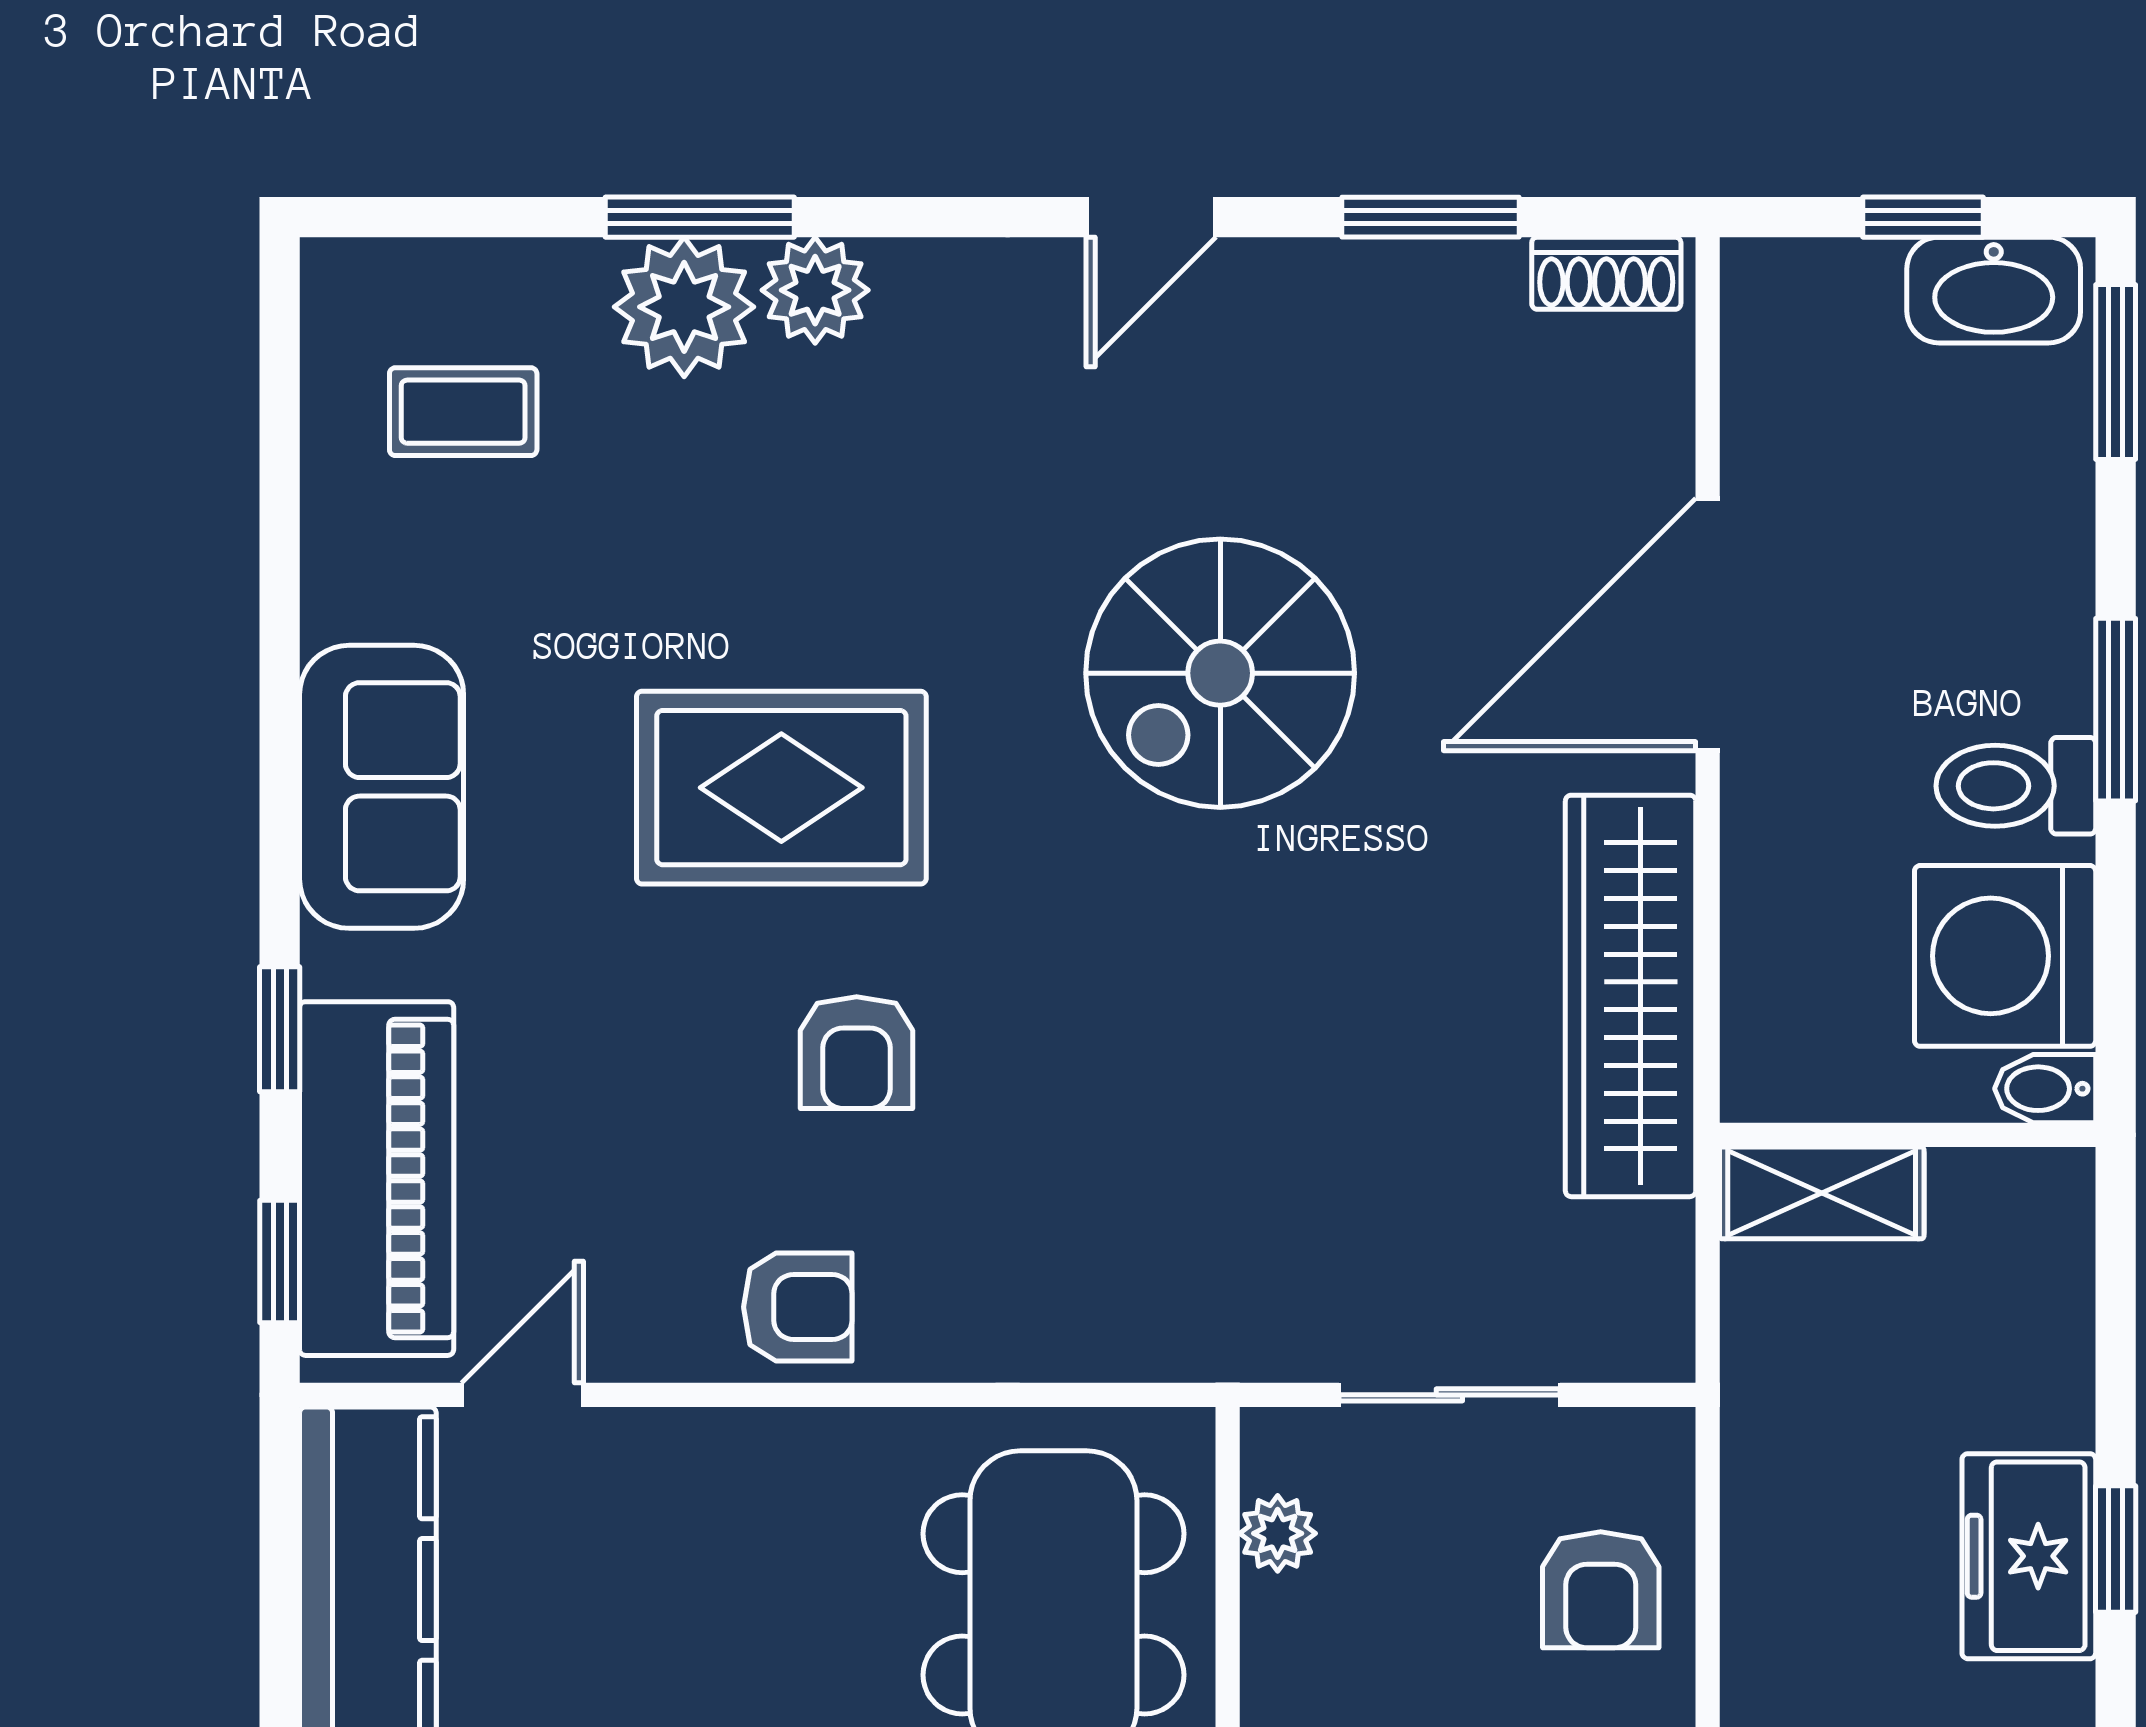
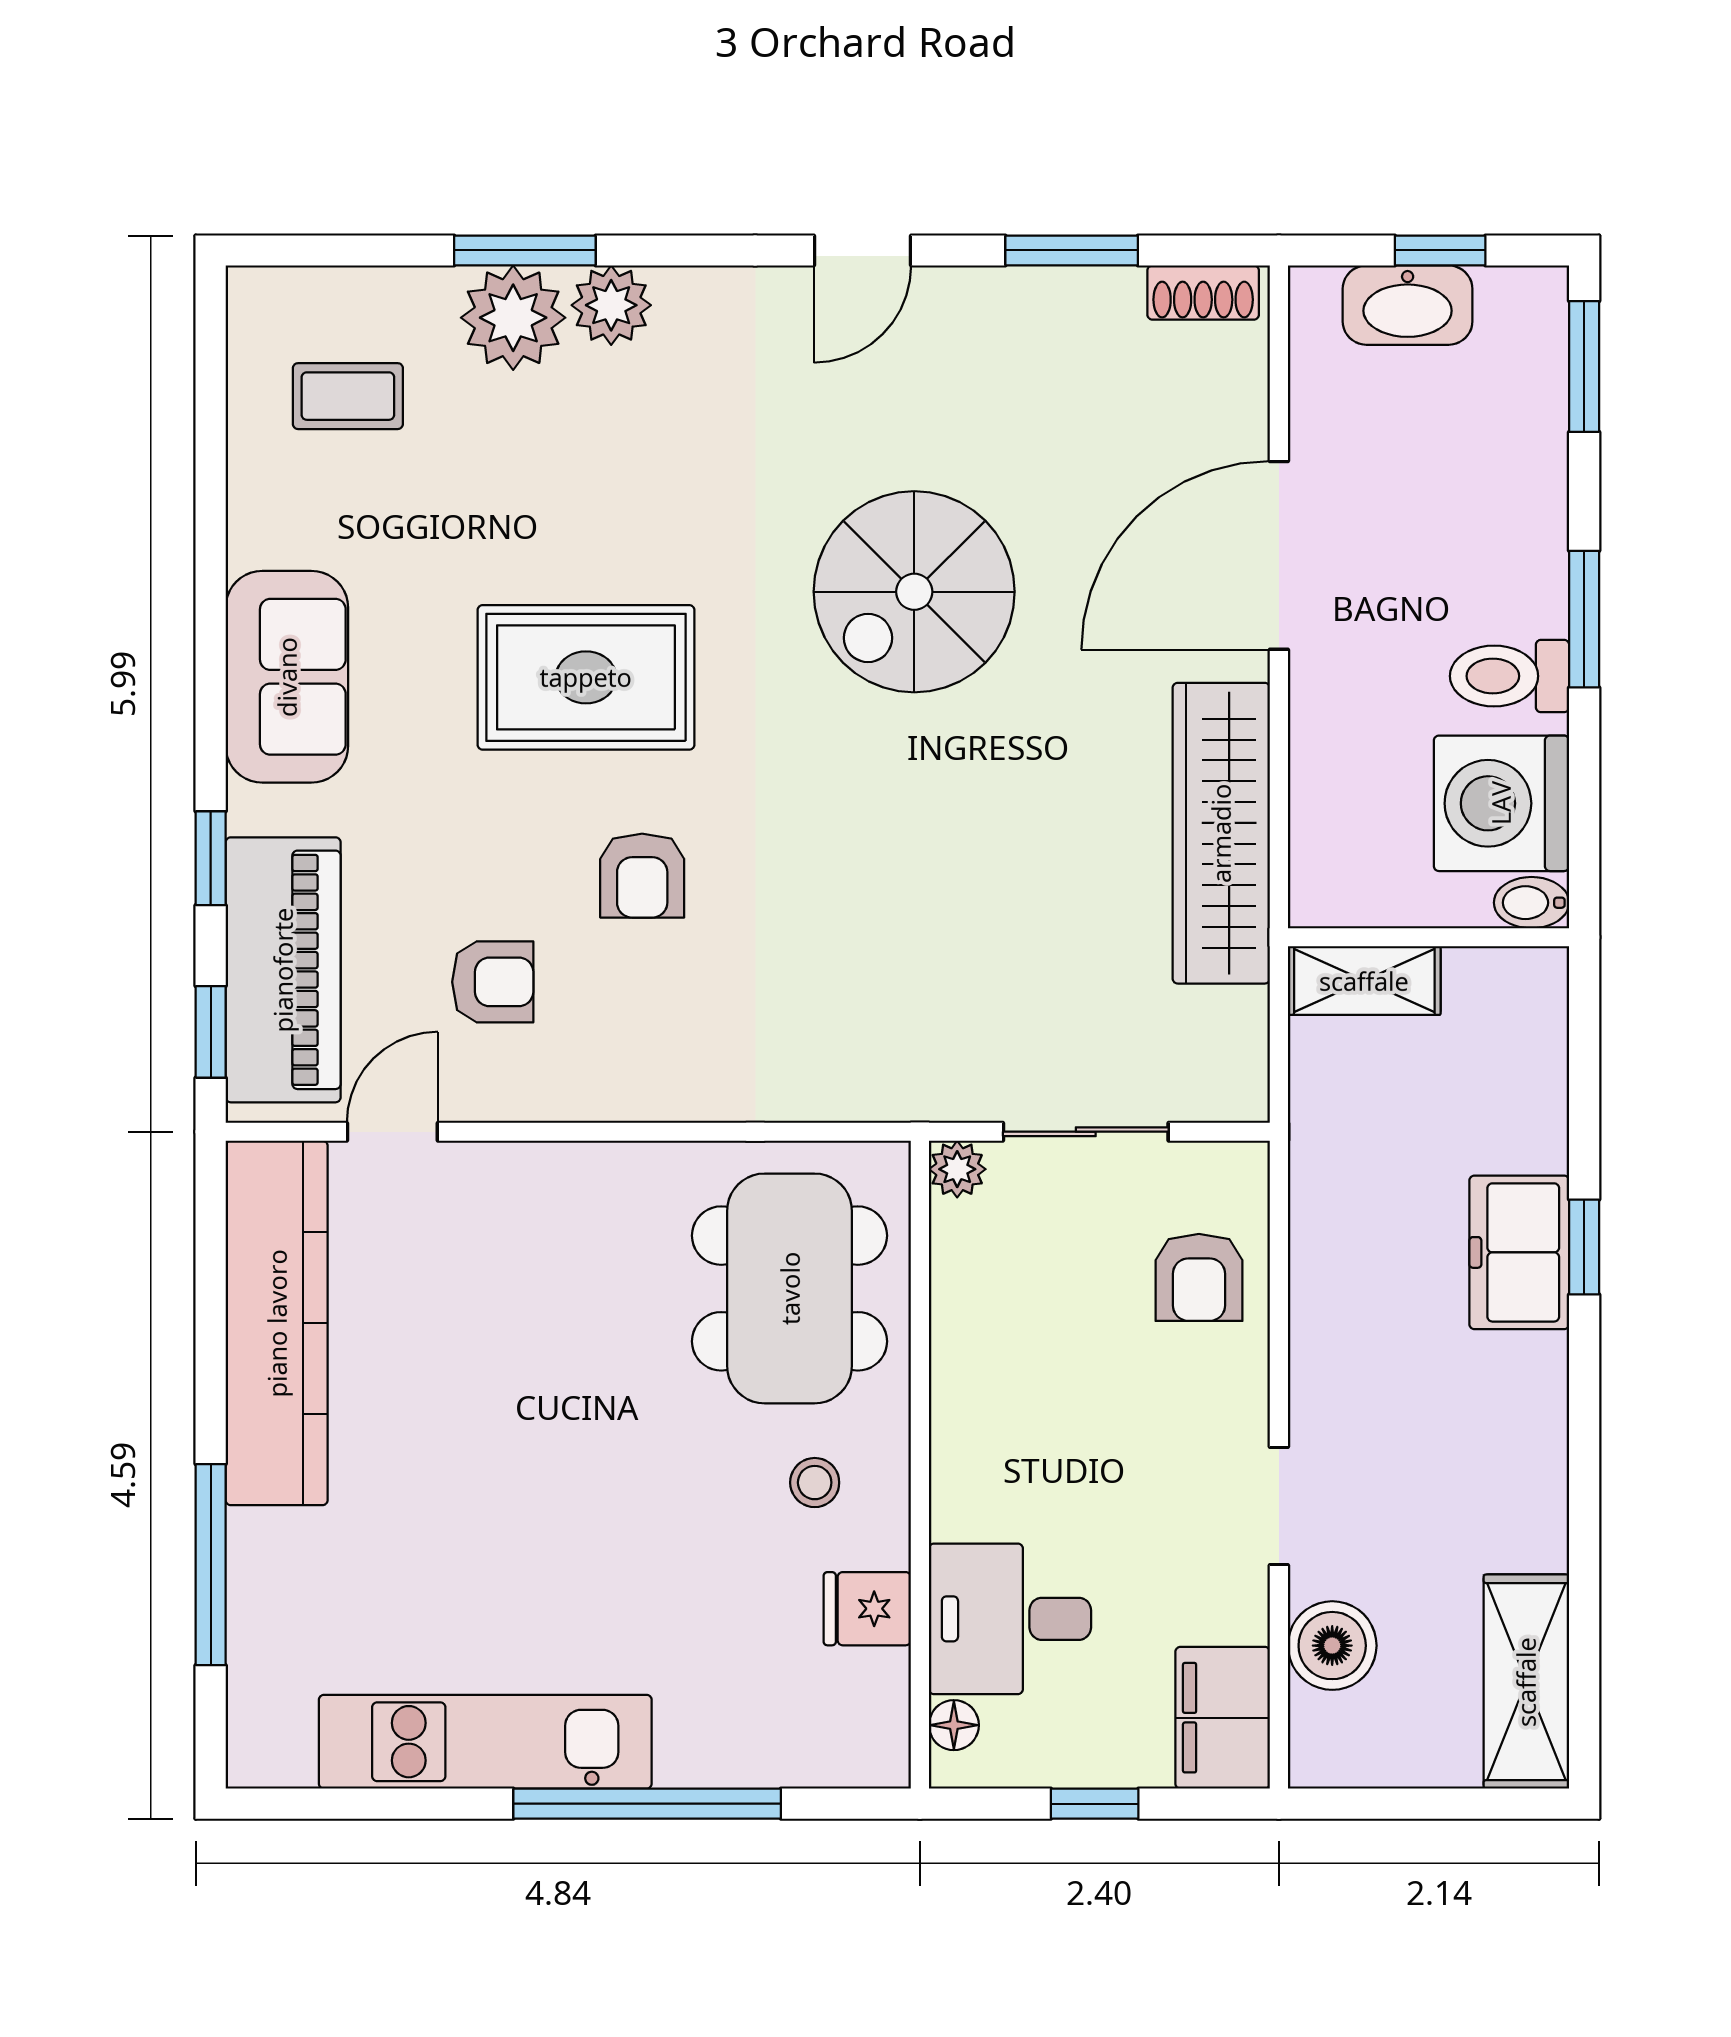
washbasin: (1994, 290) -> (1408, 305), moved
armchair: (798, 1307) -> (493, 982), moved
plant: (1278, 1533) -> (957, 1169), moved

